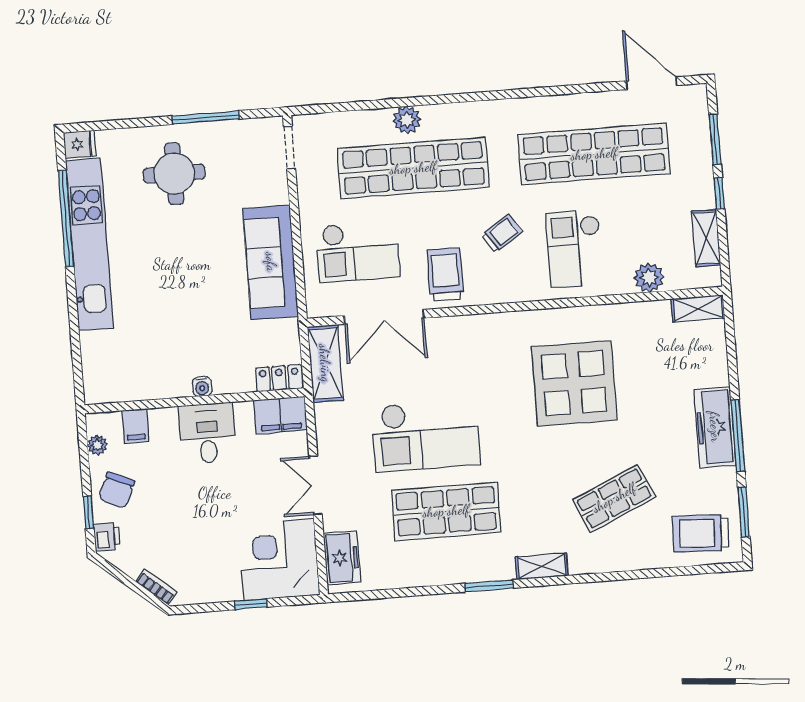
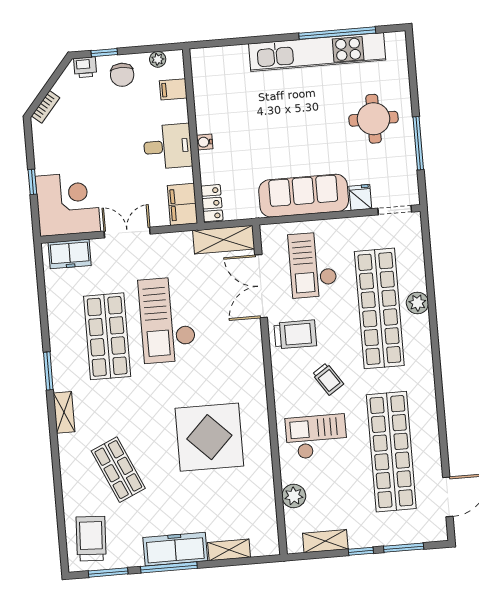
fridge: (80, 144) -> (360, 197), moved, turned 180
shelving: (698, 308) -> (229, 550), moved, turned 90
chair: (117, 490) -> (122, 75), turned -113

